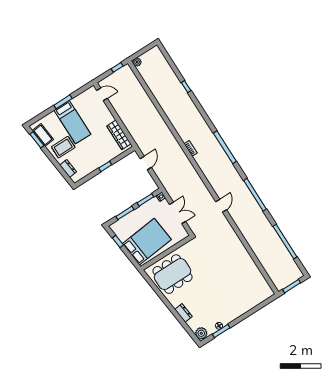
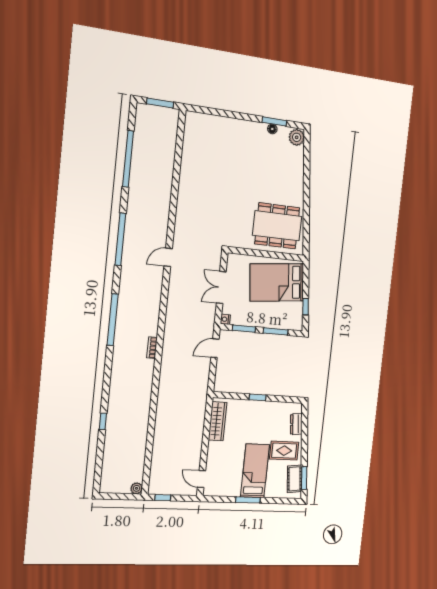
door: (146, 163) -> (215, 348), moved
dresser: (184, 313) -> (298, 175), removed

